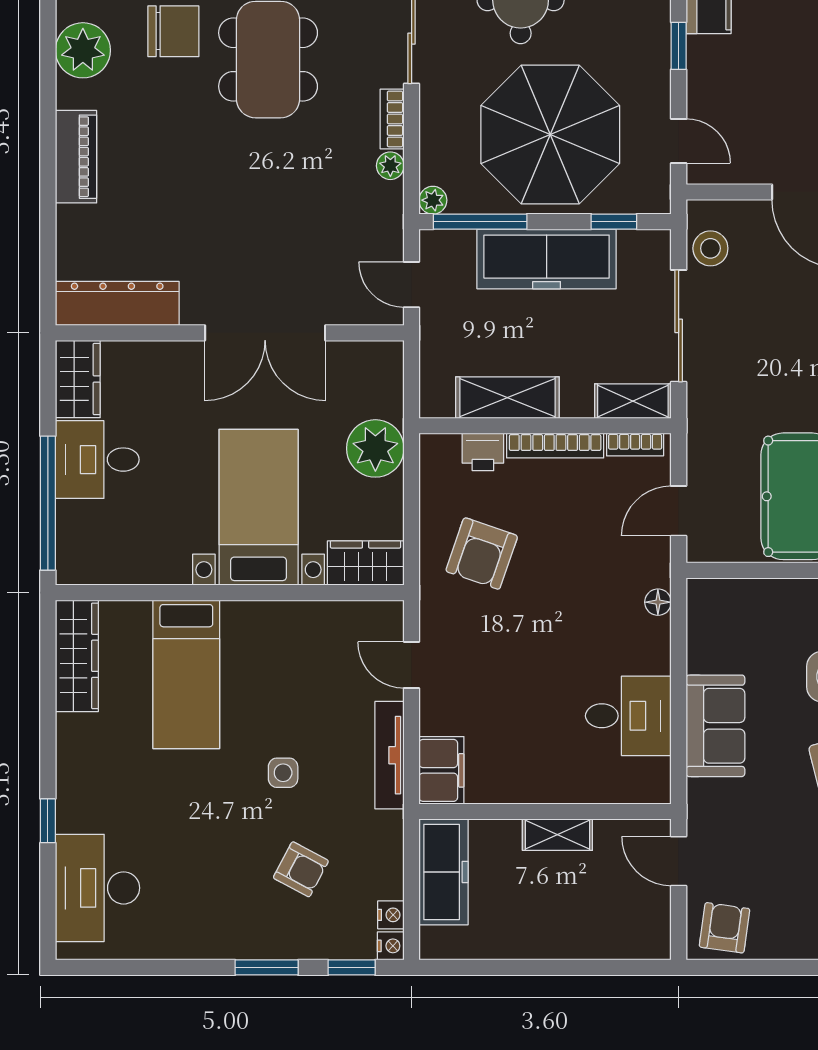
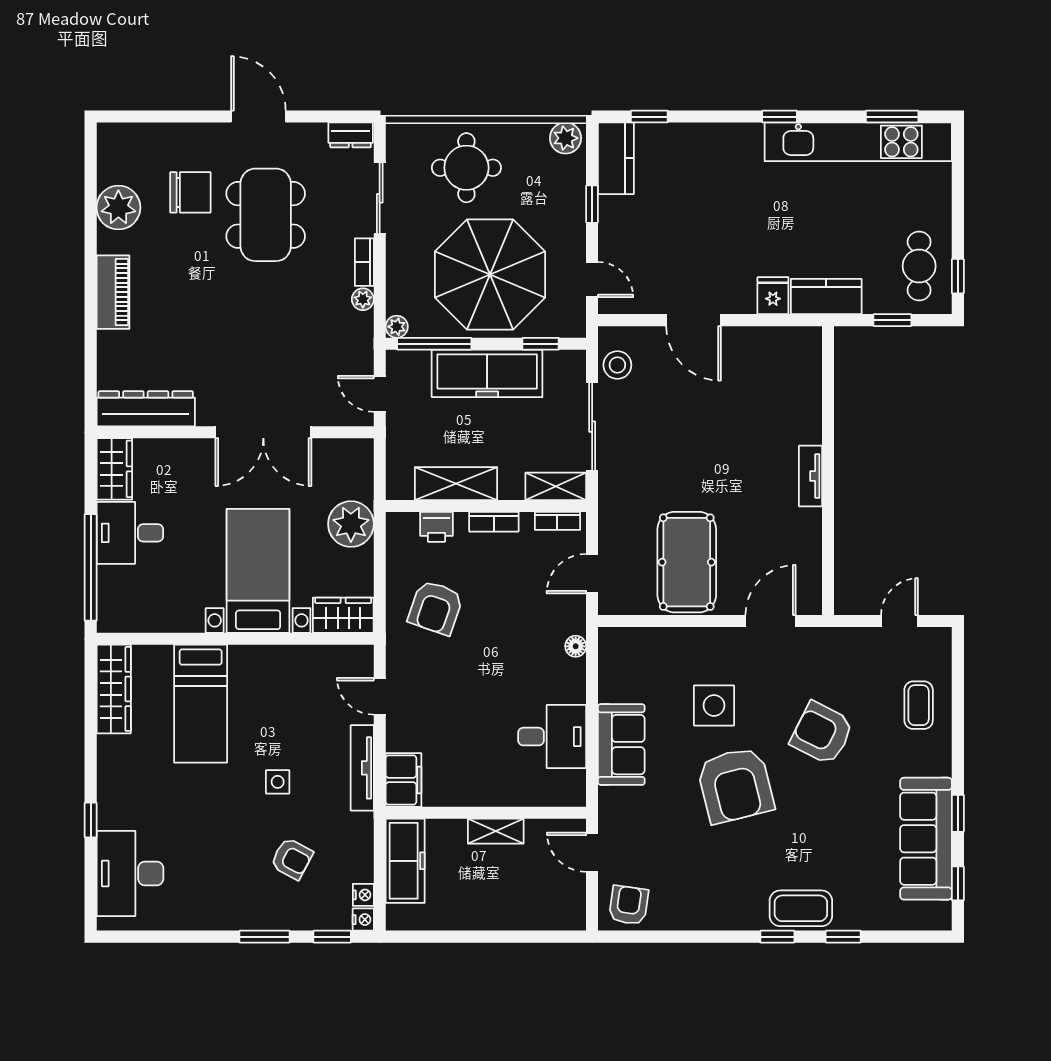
bookcase: (555, 446) -> (494, 522), width x0.64

